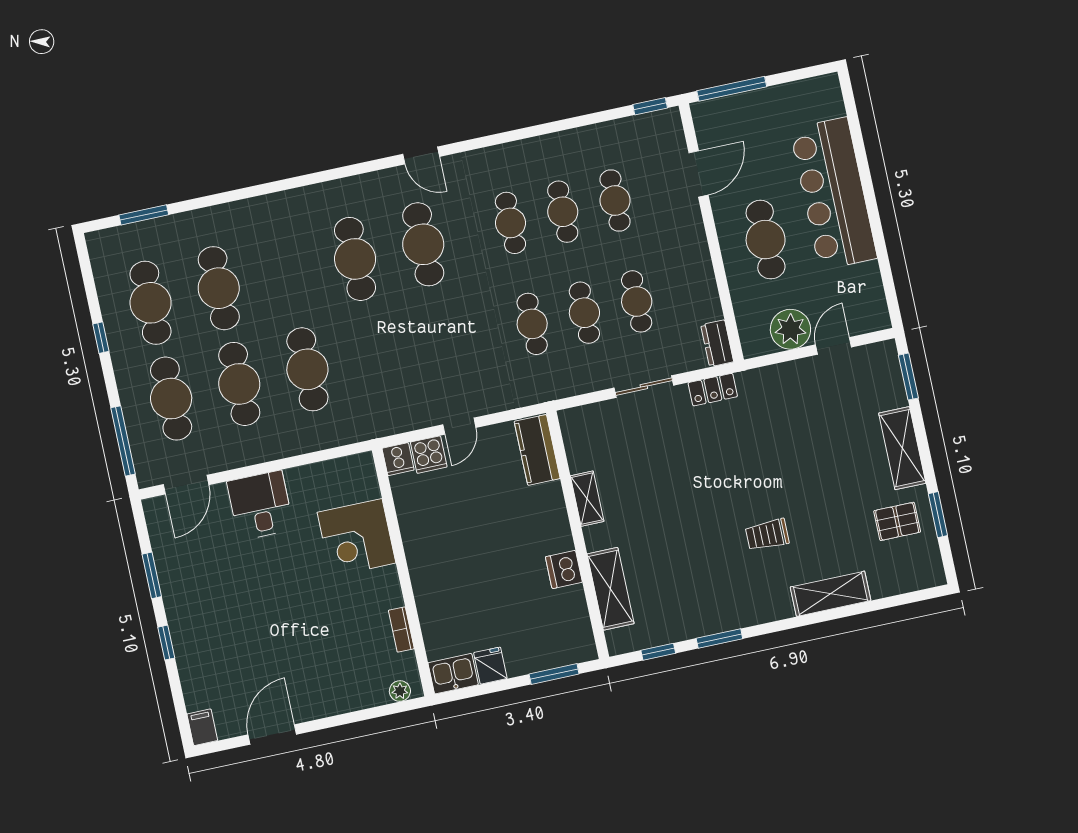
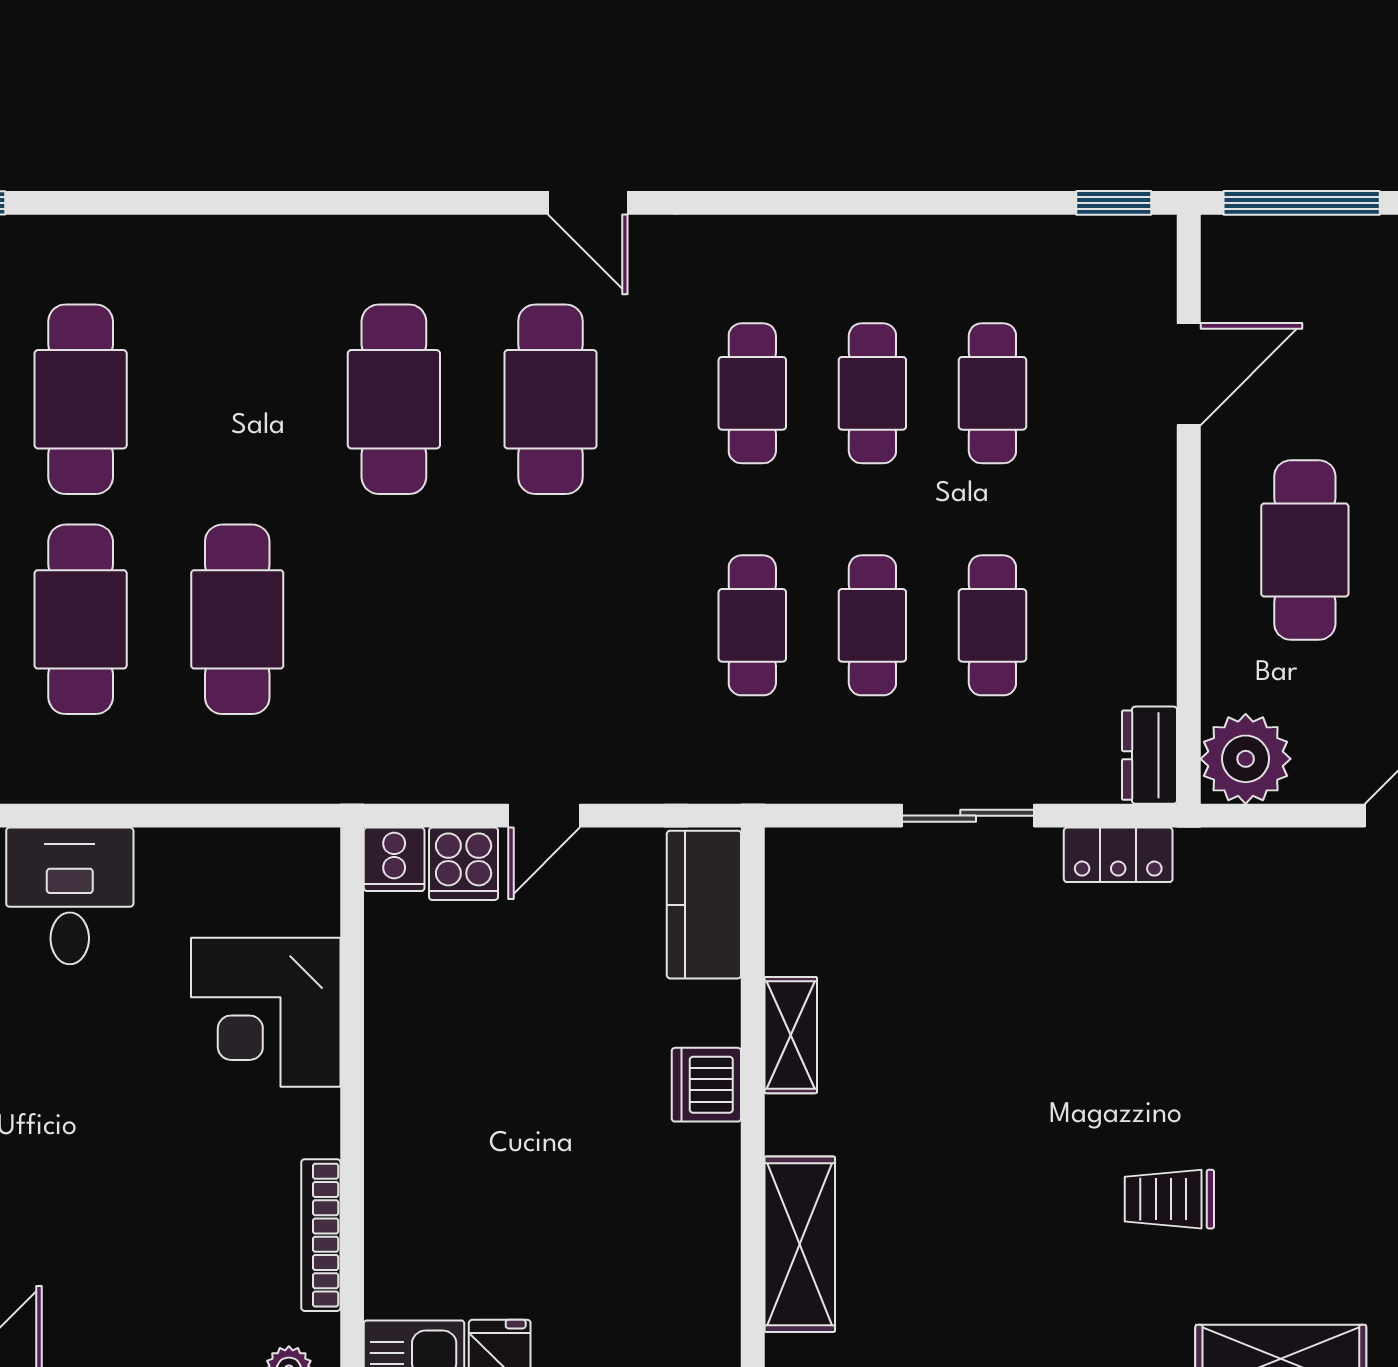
plant: (790, 329) -> (1246, 759), moved
dishwasher: (564, 569) -> (706, 1085), moved
bookcase: (401, 630) -> (321, 1235), width x1.56

